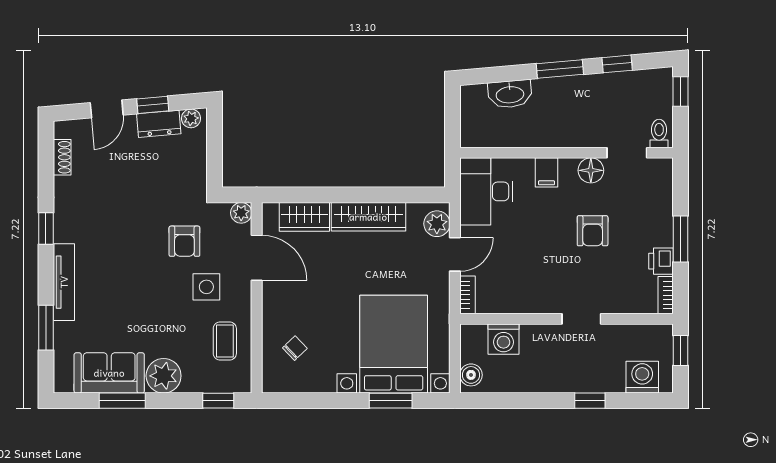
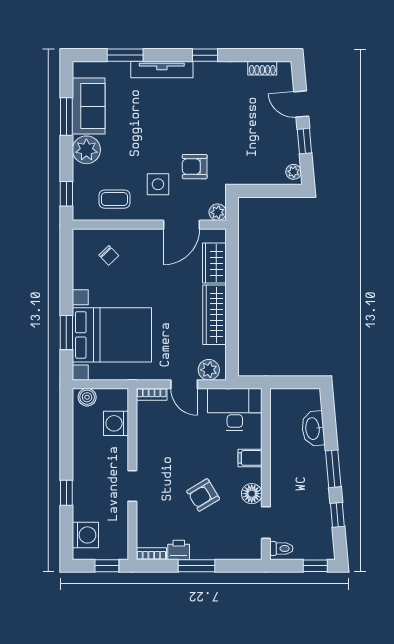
dresser: (159, 124) -> (289, 146), removed
armchair: (593, 231) -> (203, 495), turned -31

